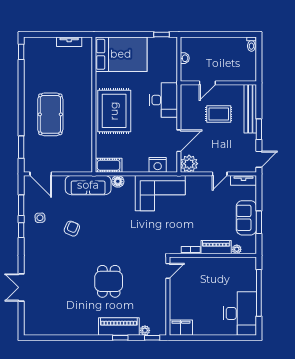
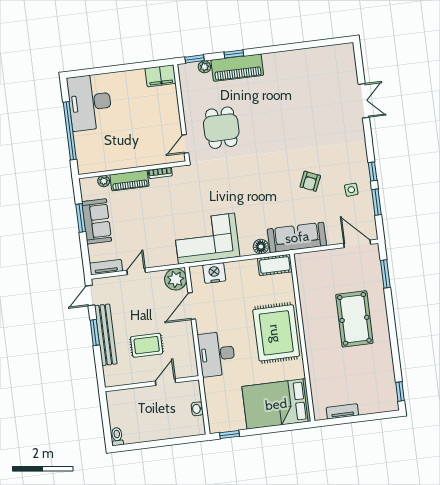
bench: (250, 109) -> (106, 335), moved
dining table: (109, 281) -> (221, 128), moved

